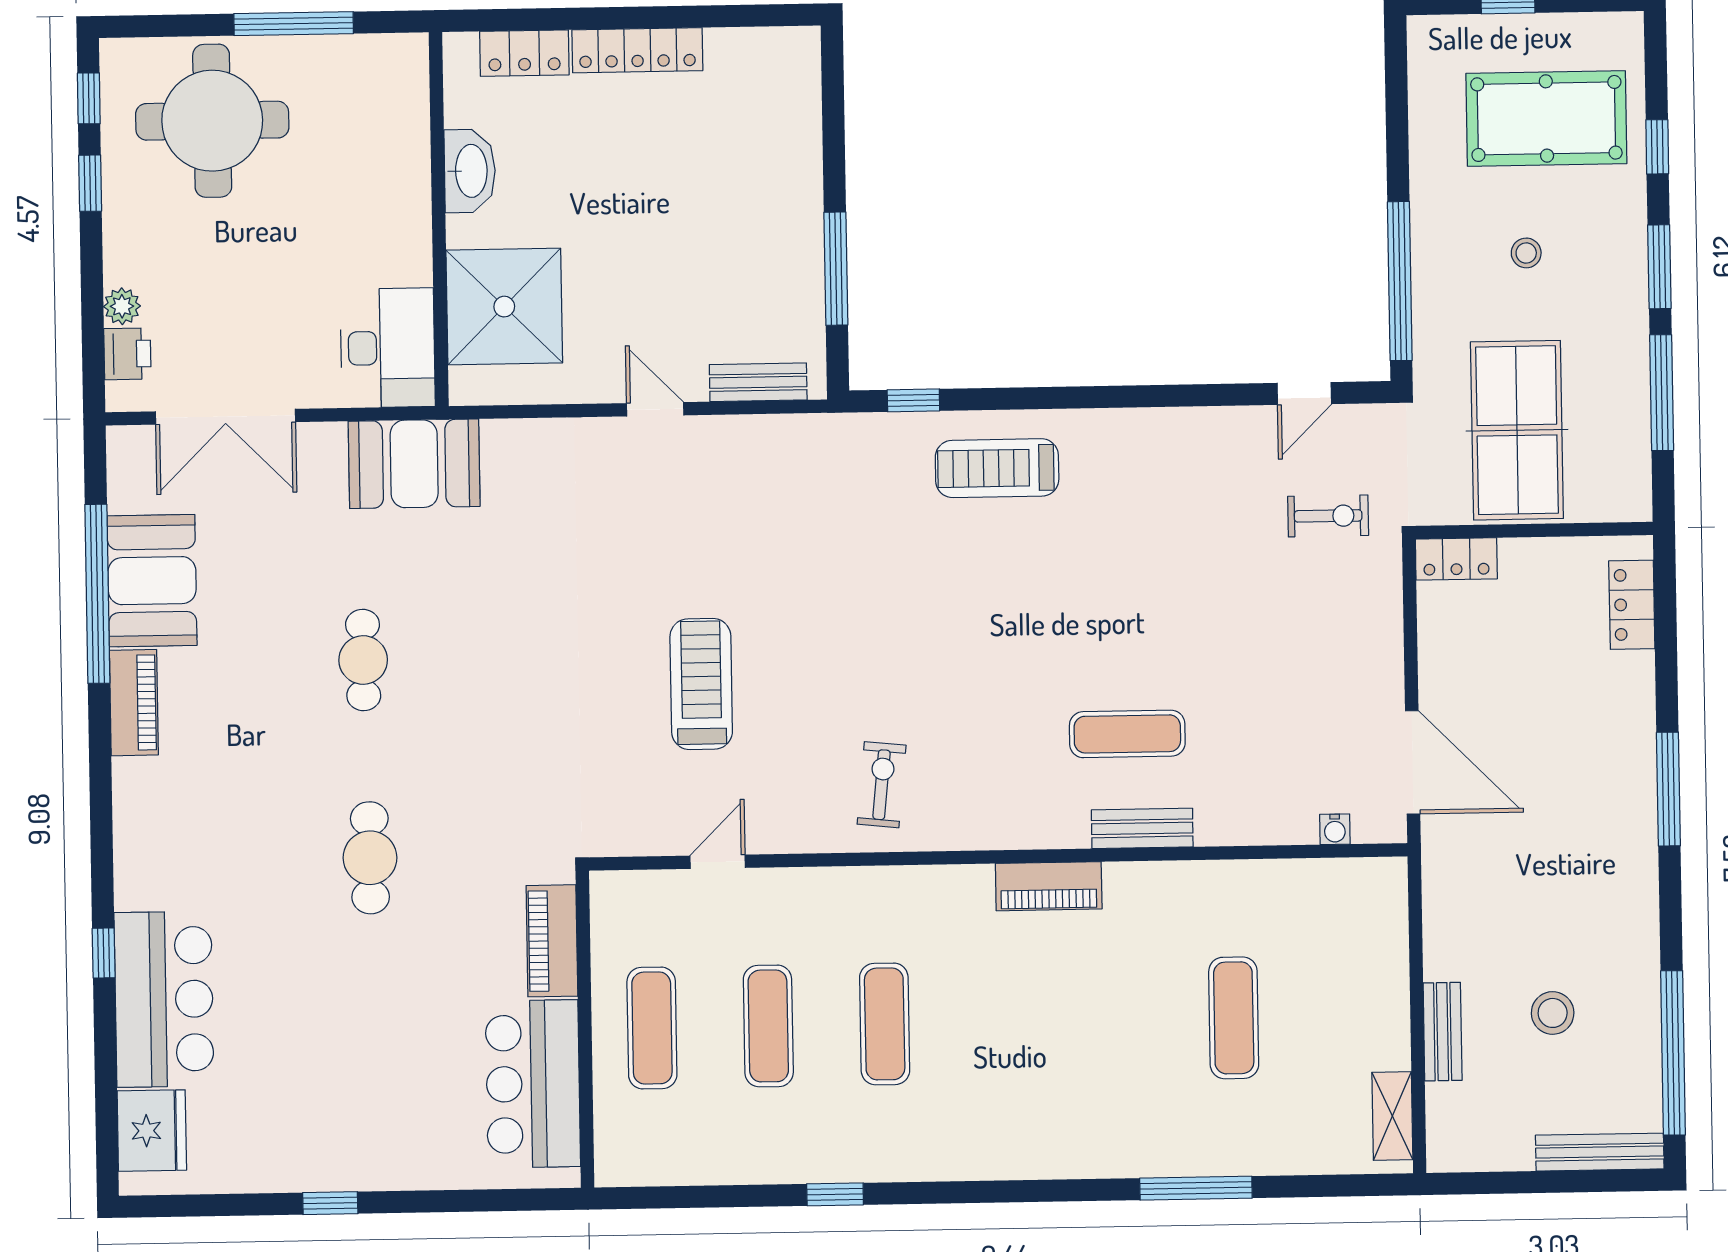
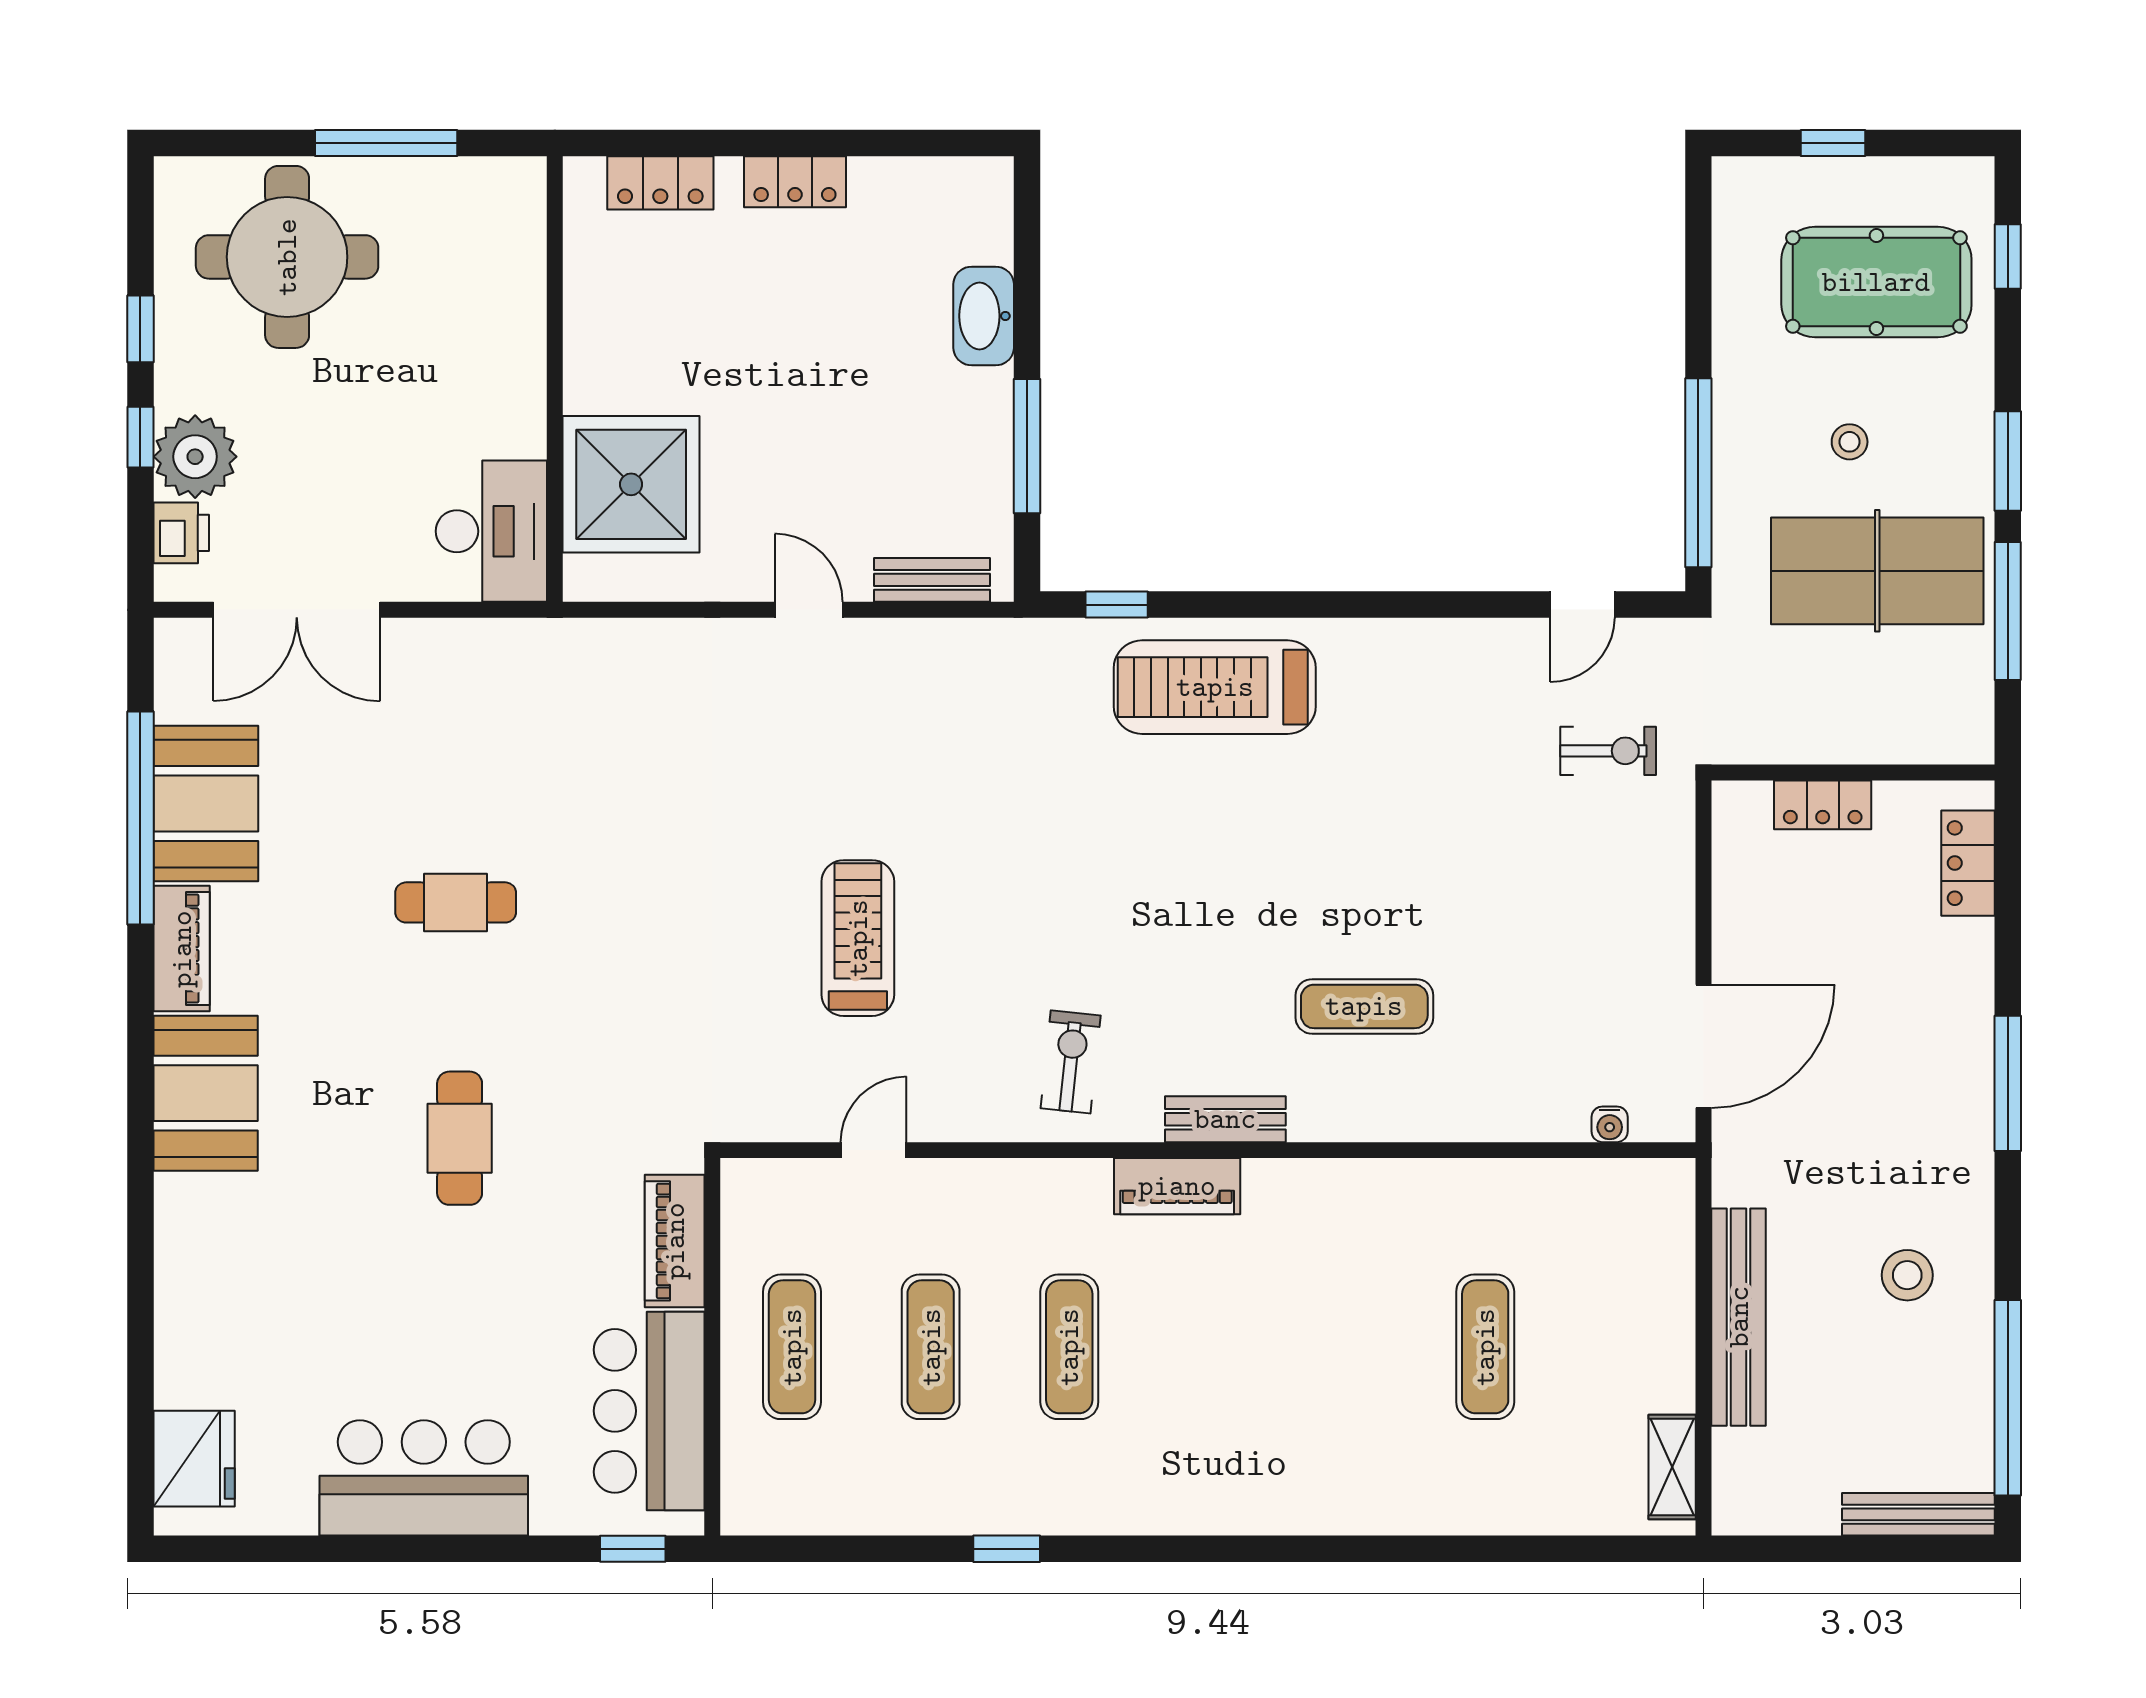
locker: (637, 50) -> (795, 182), width x0.66
window: (89, 98) -> (140, 437), moved
window: (1657, 147) -> (2008, 257), moved
washbasin: (470, 171) -> (984, 316), moved, turned 180
plant: (122, 306) -> (195, 457), width x1.88, depth x1.88
table tennis table: (1517, 430) -> (1877, 571), moved, turned 90
booth: (414, 464) -> (206, 1093), moved, turned 90
treadmill: (997, 468) -> (1215, 687), width x1.37, depth x1.38
locker: (1456, 559) -> (1823, 805), moved
cafe table: (363, 660) -> (456, 902), turned 90
door: (1413, 762) -> (1704, 1046), hinge flipped
bench: (1142, 828) -> (1225, 1119), moved
piano: (1049, 886) -> (1177, 1186), moved
window: (104, 953) -> (140, 1246), removed
bar counter: (164, 999) -> (424, 1478), moved, turned -90
stool: (1553, 1013) -> (1907, 1275), moved
bench: (1443, 1032) -> (1739, 1317), width x1.86, depth x1.21
window: (1196, 1188) -> (1437, 1549), removed
window: (330, 1203) -> (633, 1549), moved

